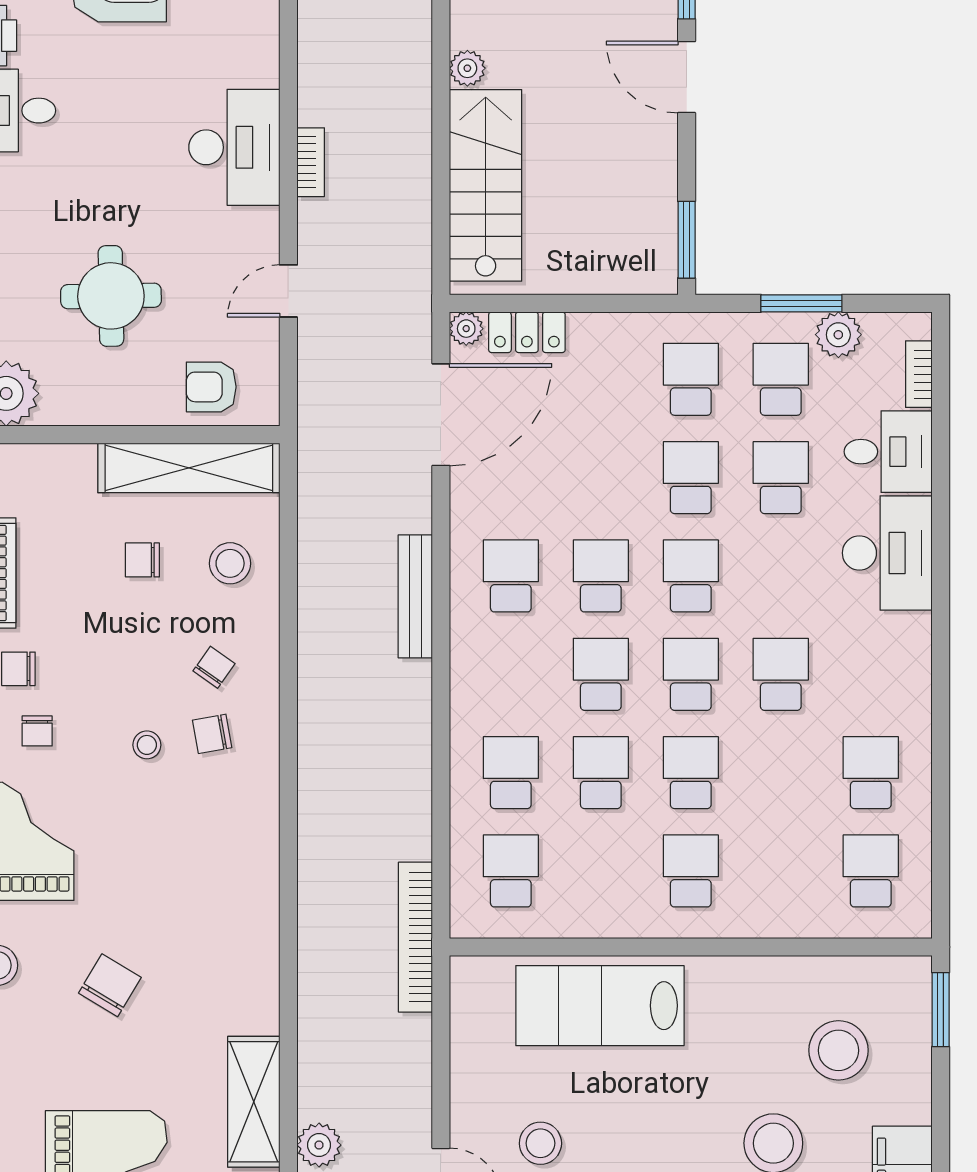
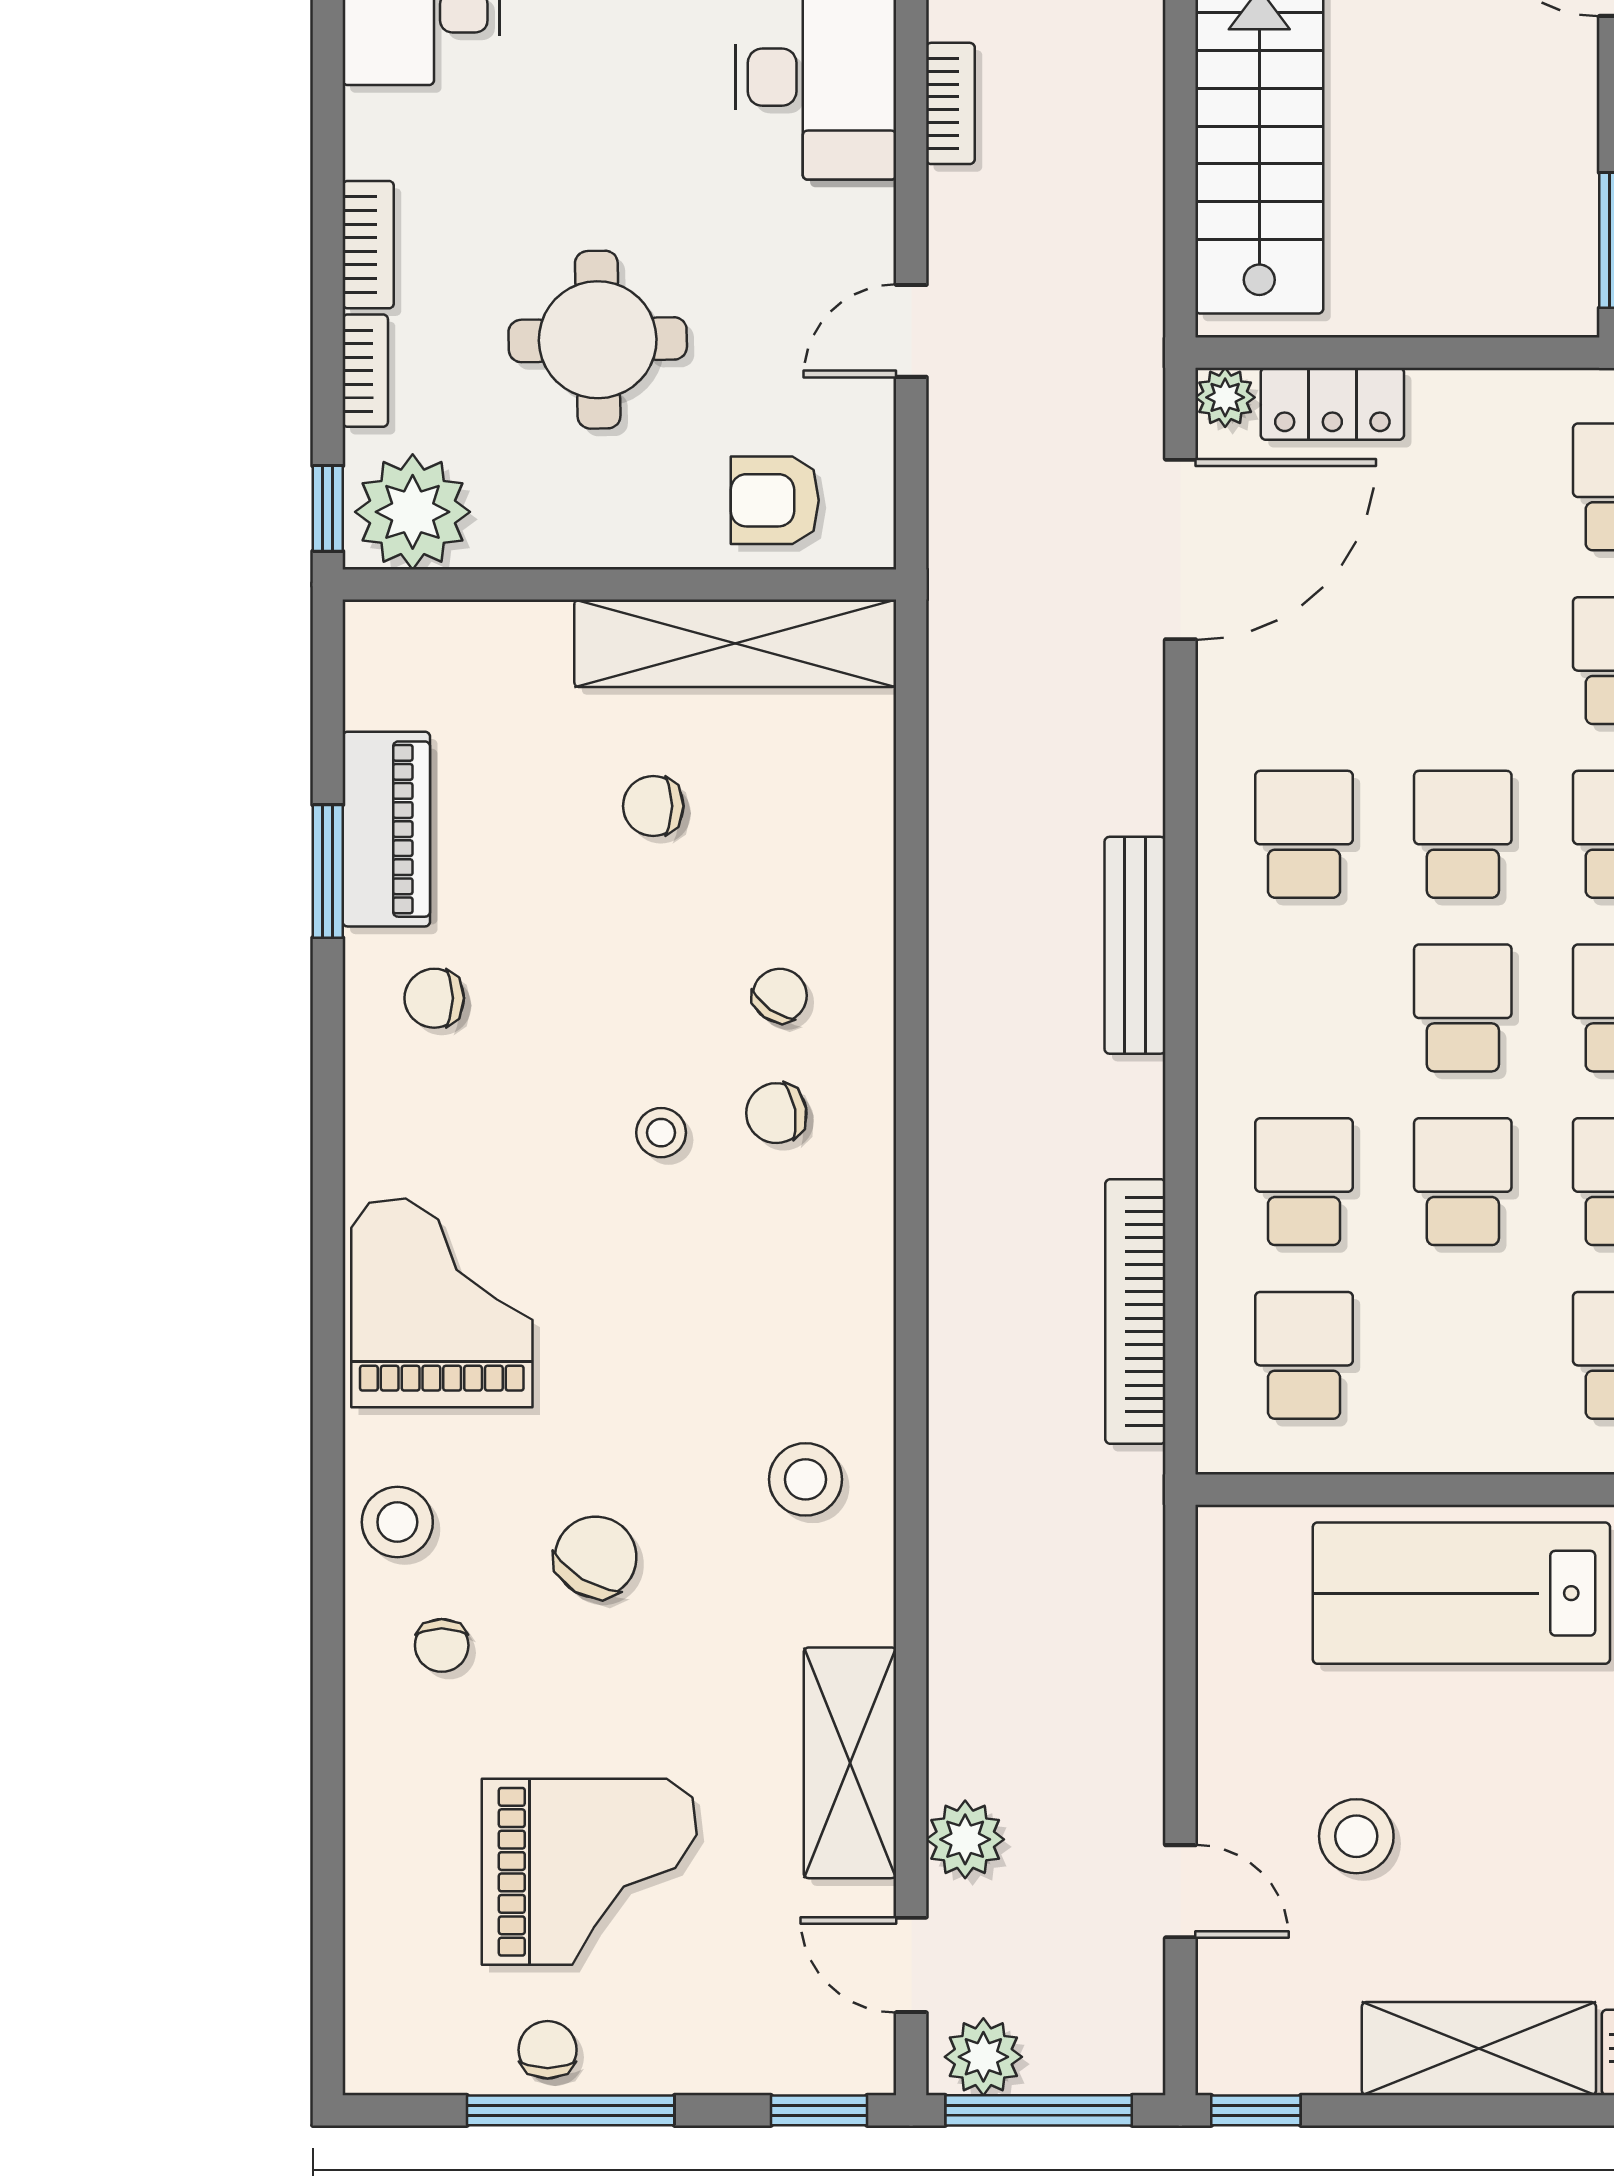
stool: (230, 563) -> (805, 1479), moved
bench: (415, 596) -> (1135, 945), moved
chair: (37, 731) -> (442, 1645), moved
bookcase: (415, 937) -> (1135, 1311), moved

